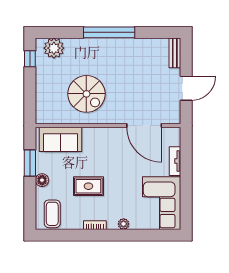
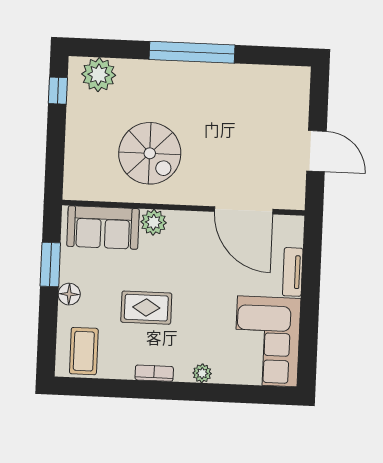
bench: (175, 53) -> (300, 91), removed
door: (186, 88) -> (316, 151), hinge flipped
plant: (91, 135) -> (154, 222), added

